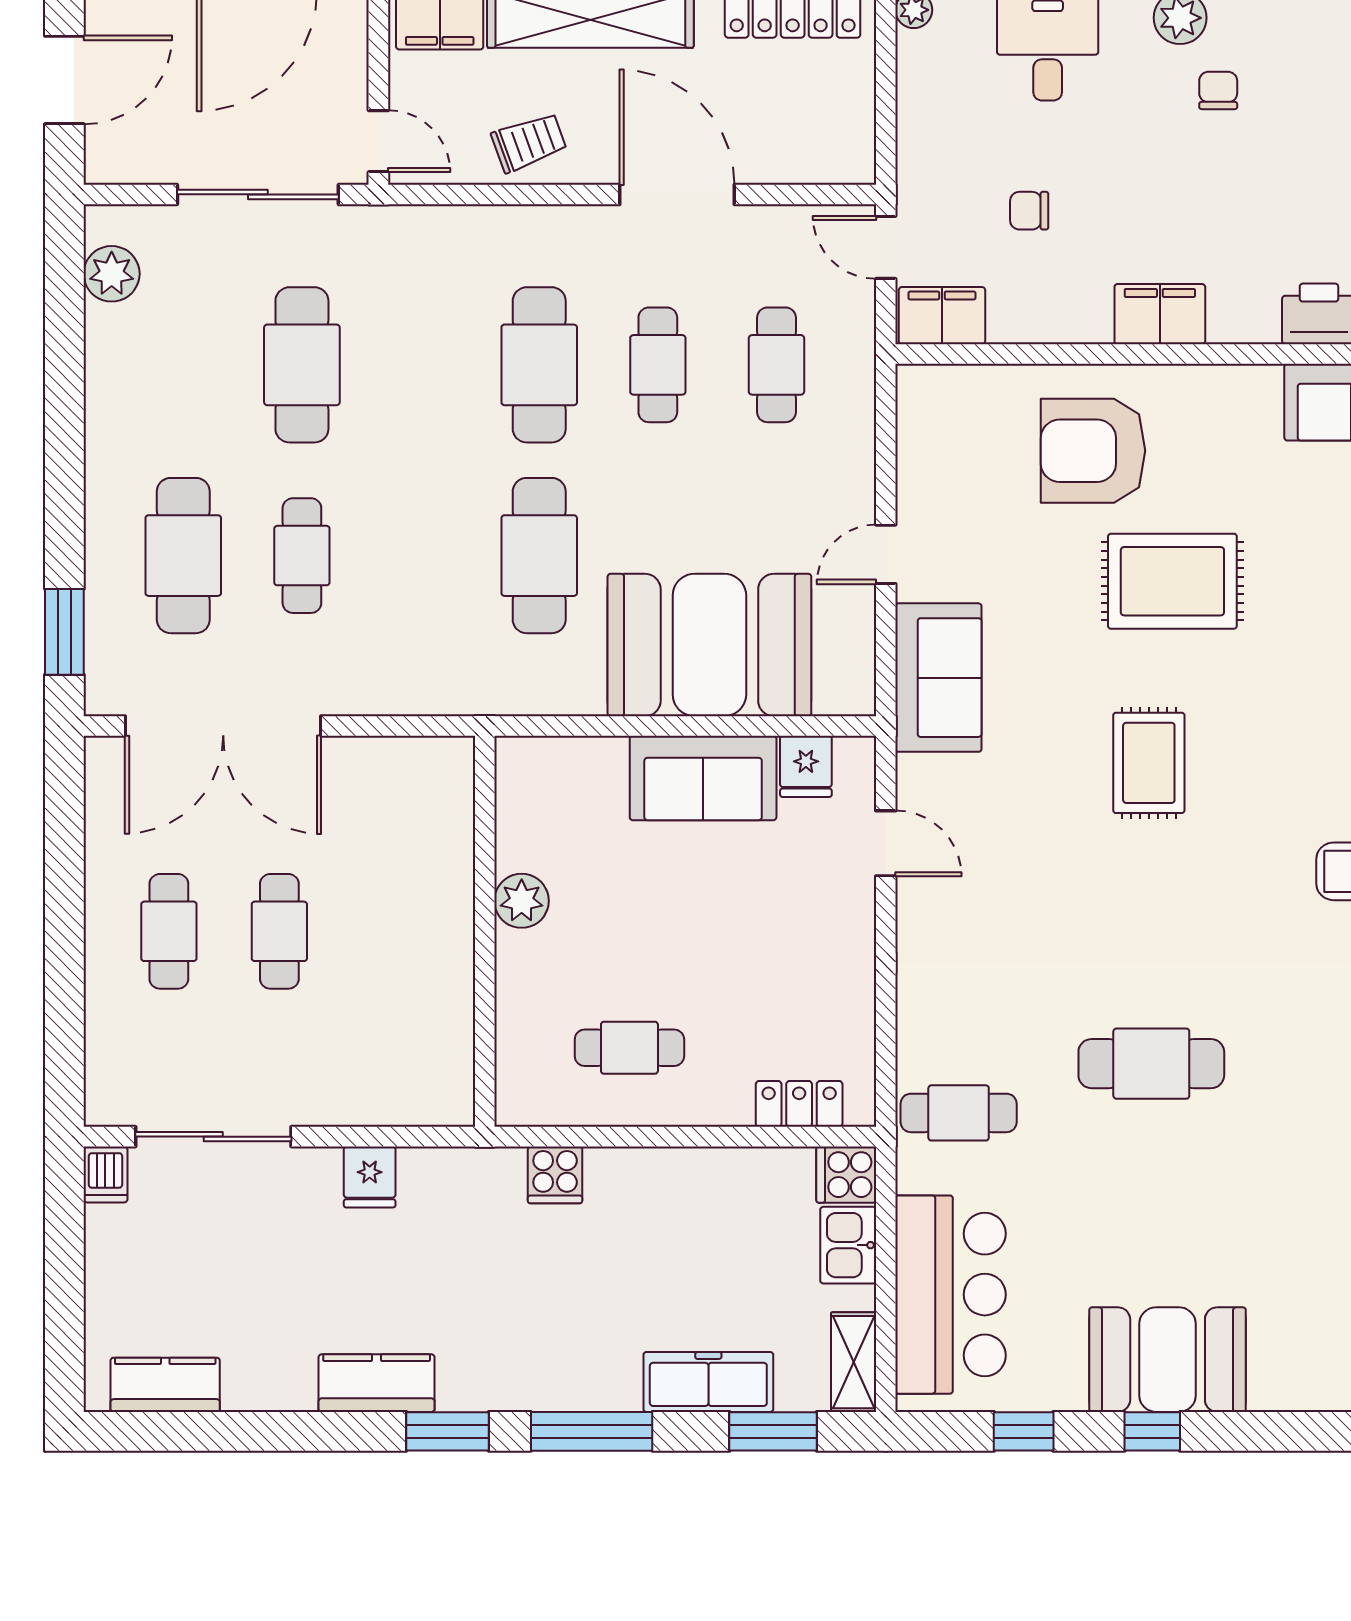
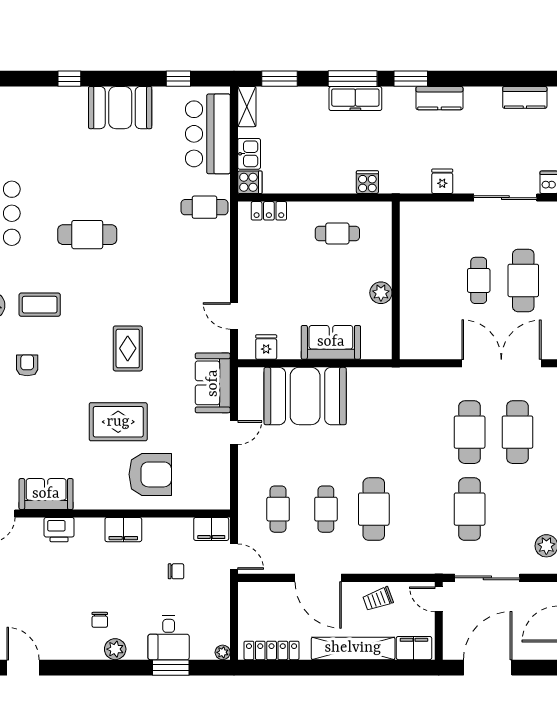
cafe table: (302, 556) -> (470, 432), width x1.37, depth x1.35
cafe table: (539, 556) -> (374, 432), removed
sofa: (703, 778) -> (331, 342), moved
cafe table: (169, 931) -> (523, 280), width x1.37, depth x1.35
cafe table: (1151, 1064) -> (87, 235), moved
freezer: (708, 1382) -> (355, 99), moved
window: (1152, 1431) -> (69, 79), moved

